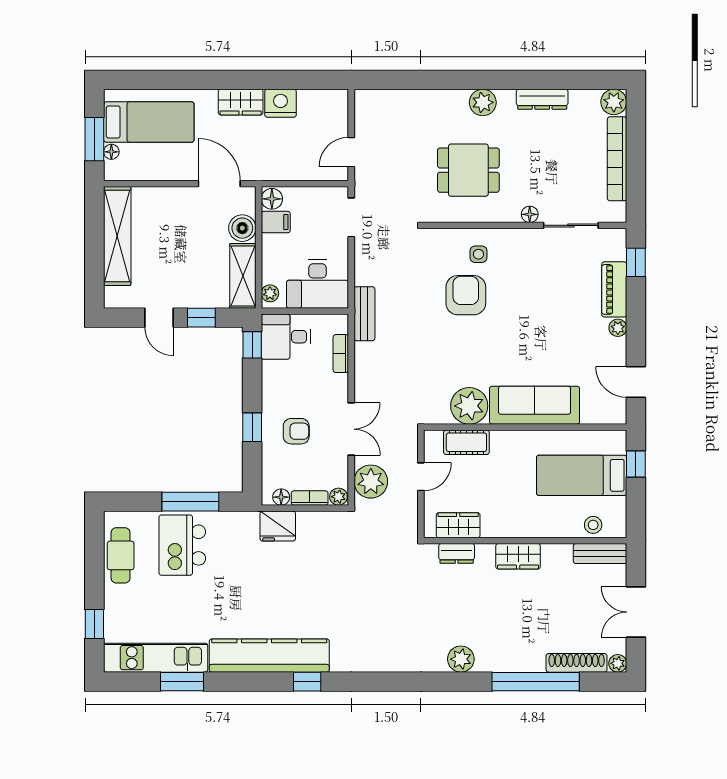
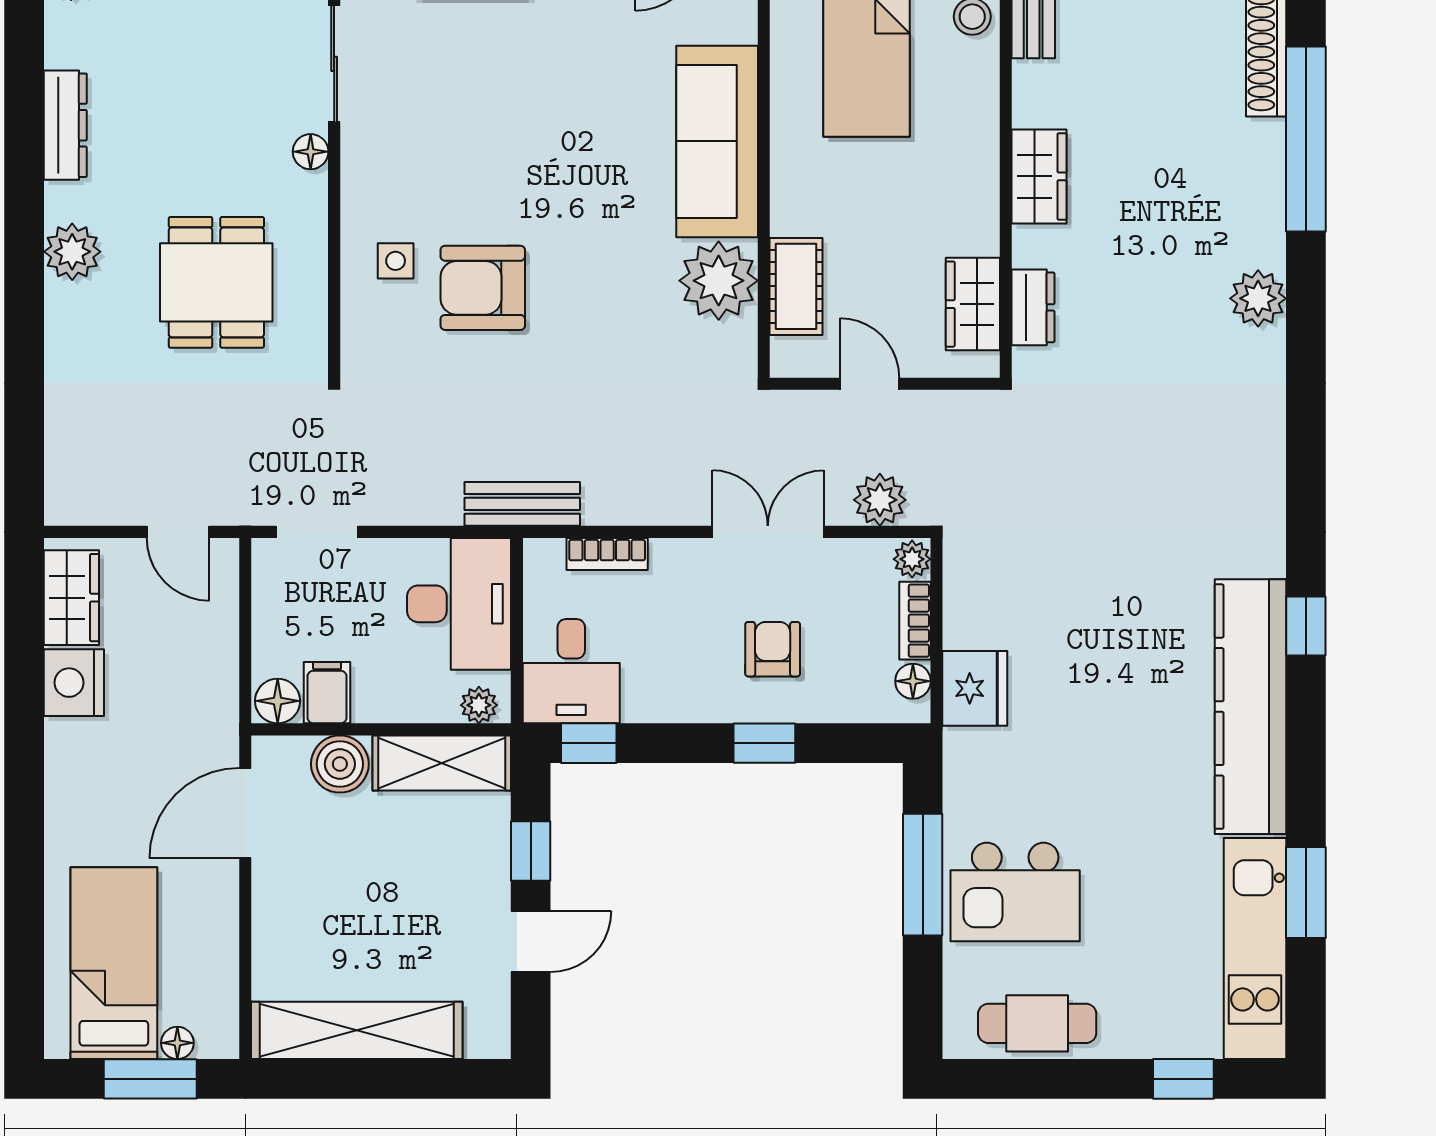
wardrobe: (241, 102) -> (71, 598), moved
plant: (371, 482) -> (880, 500), width x0.73, depth x0.73

